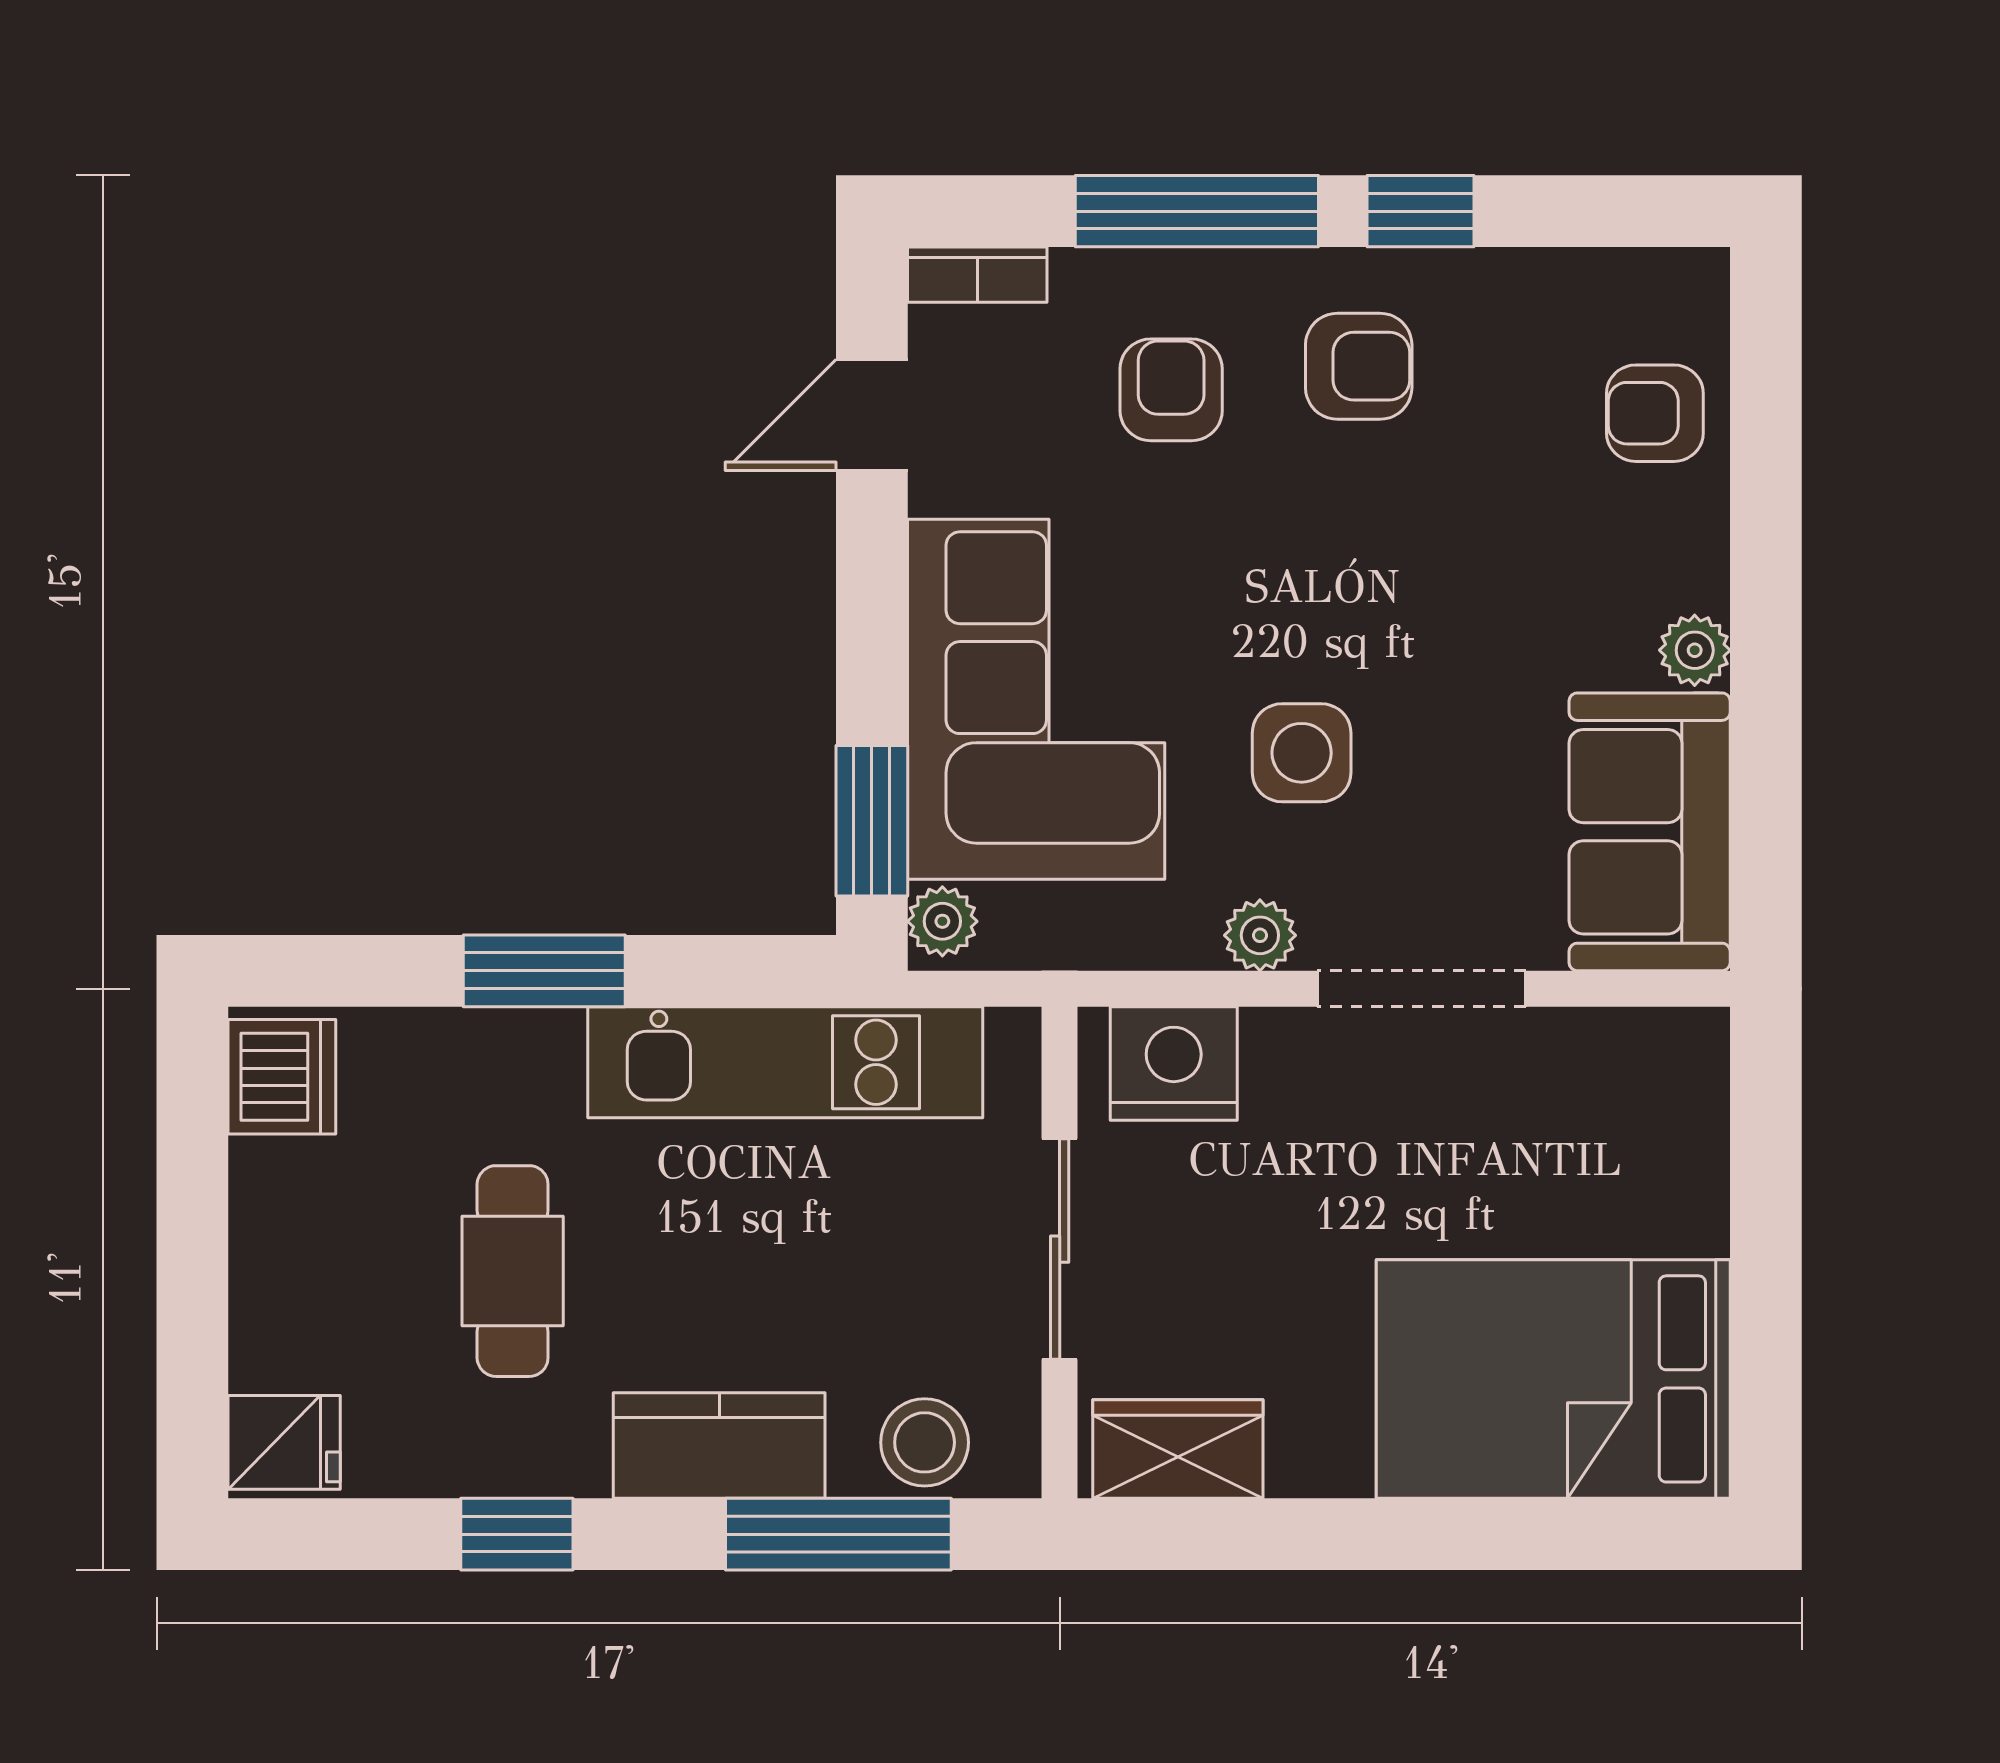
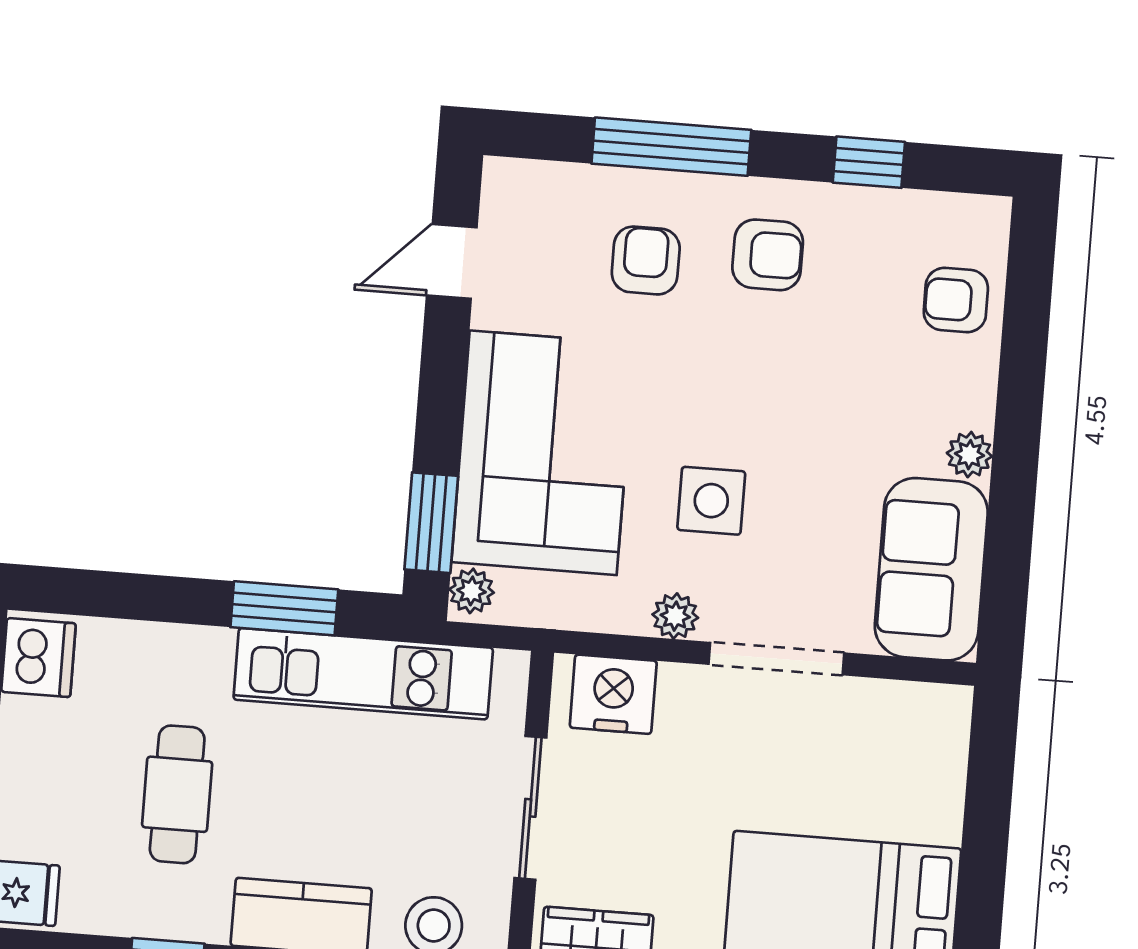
window: (1421, 211) -> (869, 162), moved
bookcase: (977, 275) -> (527, 176), removed
window: (544, 971) -> (284, 608), moved

